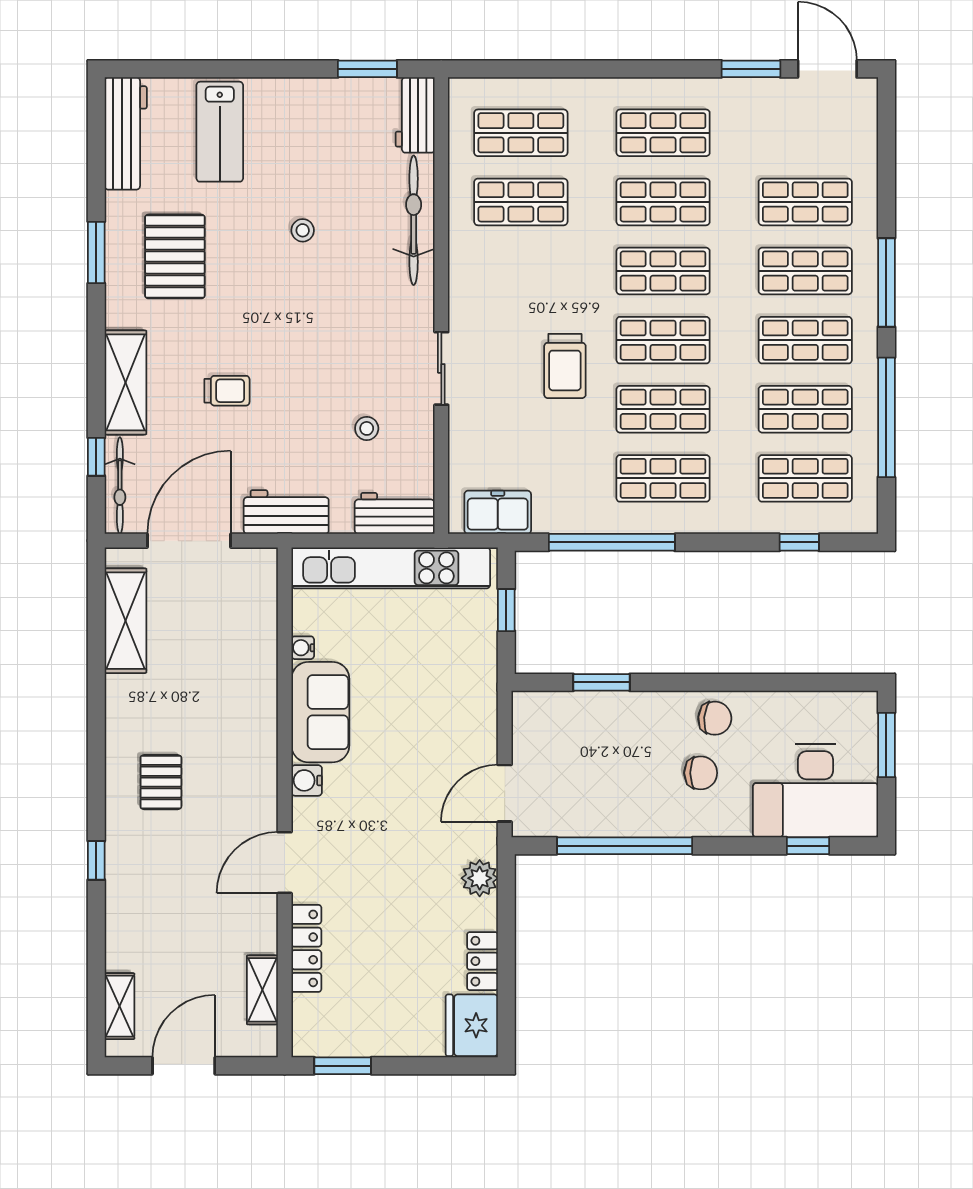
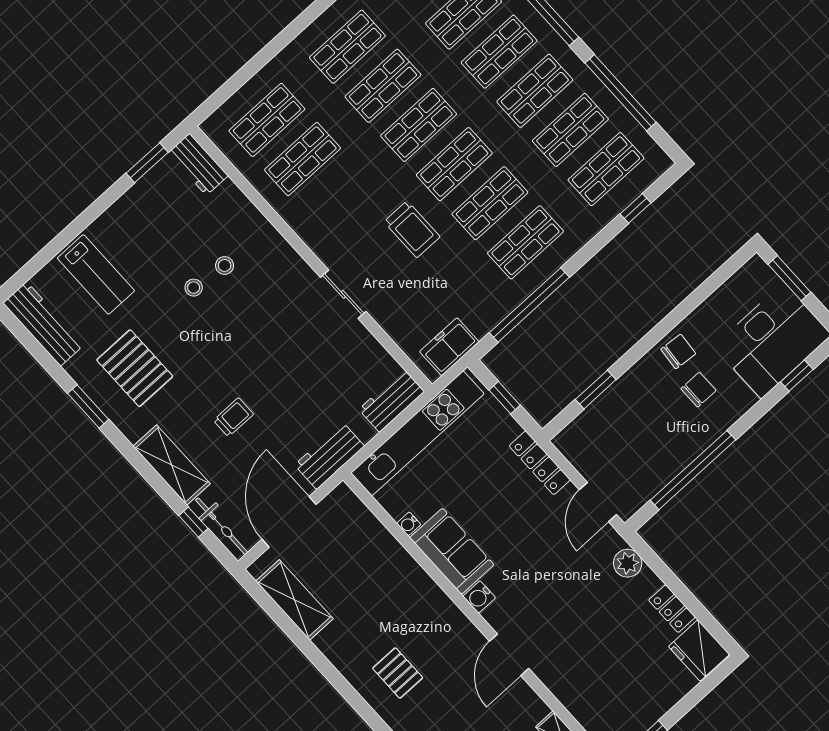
bicycle: (414, 220) -> (251, 225), removed
stool: (367, 428) -> (225, 265), moved
locker: (306, 948) -> (540, 463), moved, turned 180

